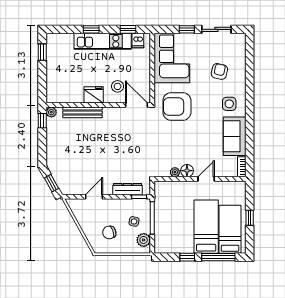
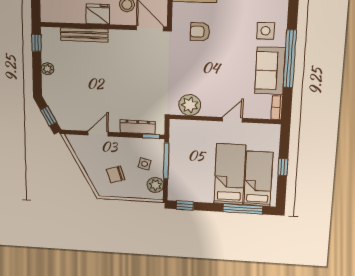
armchair: (177, 106) -> (200, 32), width x0.53, depth x0.53
plant: (51, 112) -> (47, 69), moved
window: (250, 126) -> (290, 59), added
floor lamp: (187, 171) -> (209, 109), removed
plant: (175, 172) -> (190, 105), width x1.87, depth x1.87
window: (187, 257) -> (185, 205), moved

